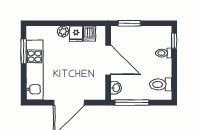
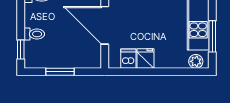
window: (129, 23) -> (60, 72), moved
plant: (63, 31) -> (196, 61), moved

